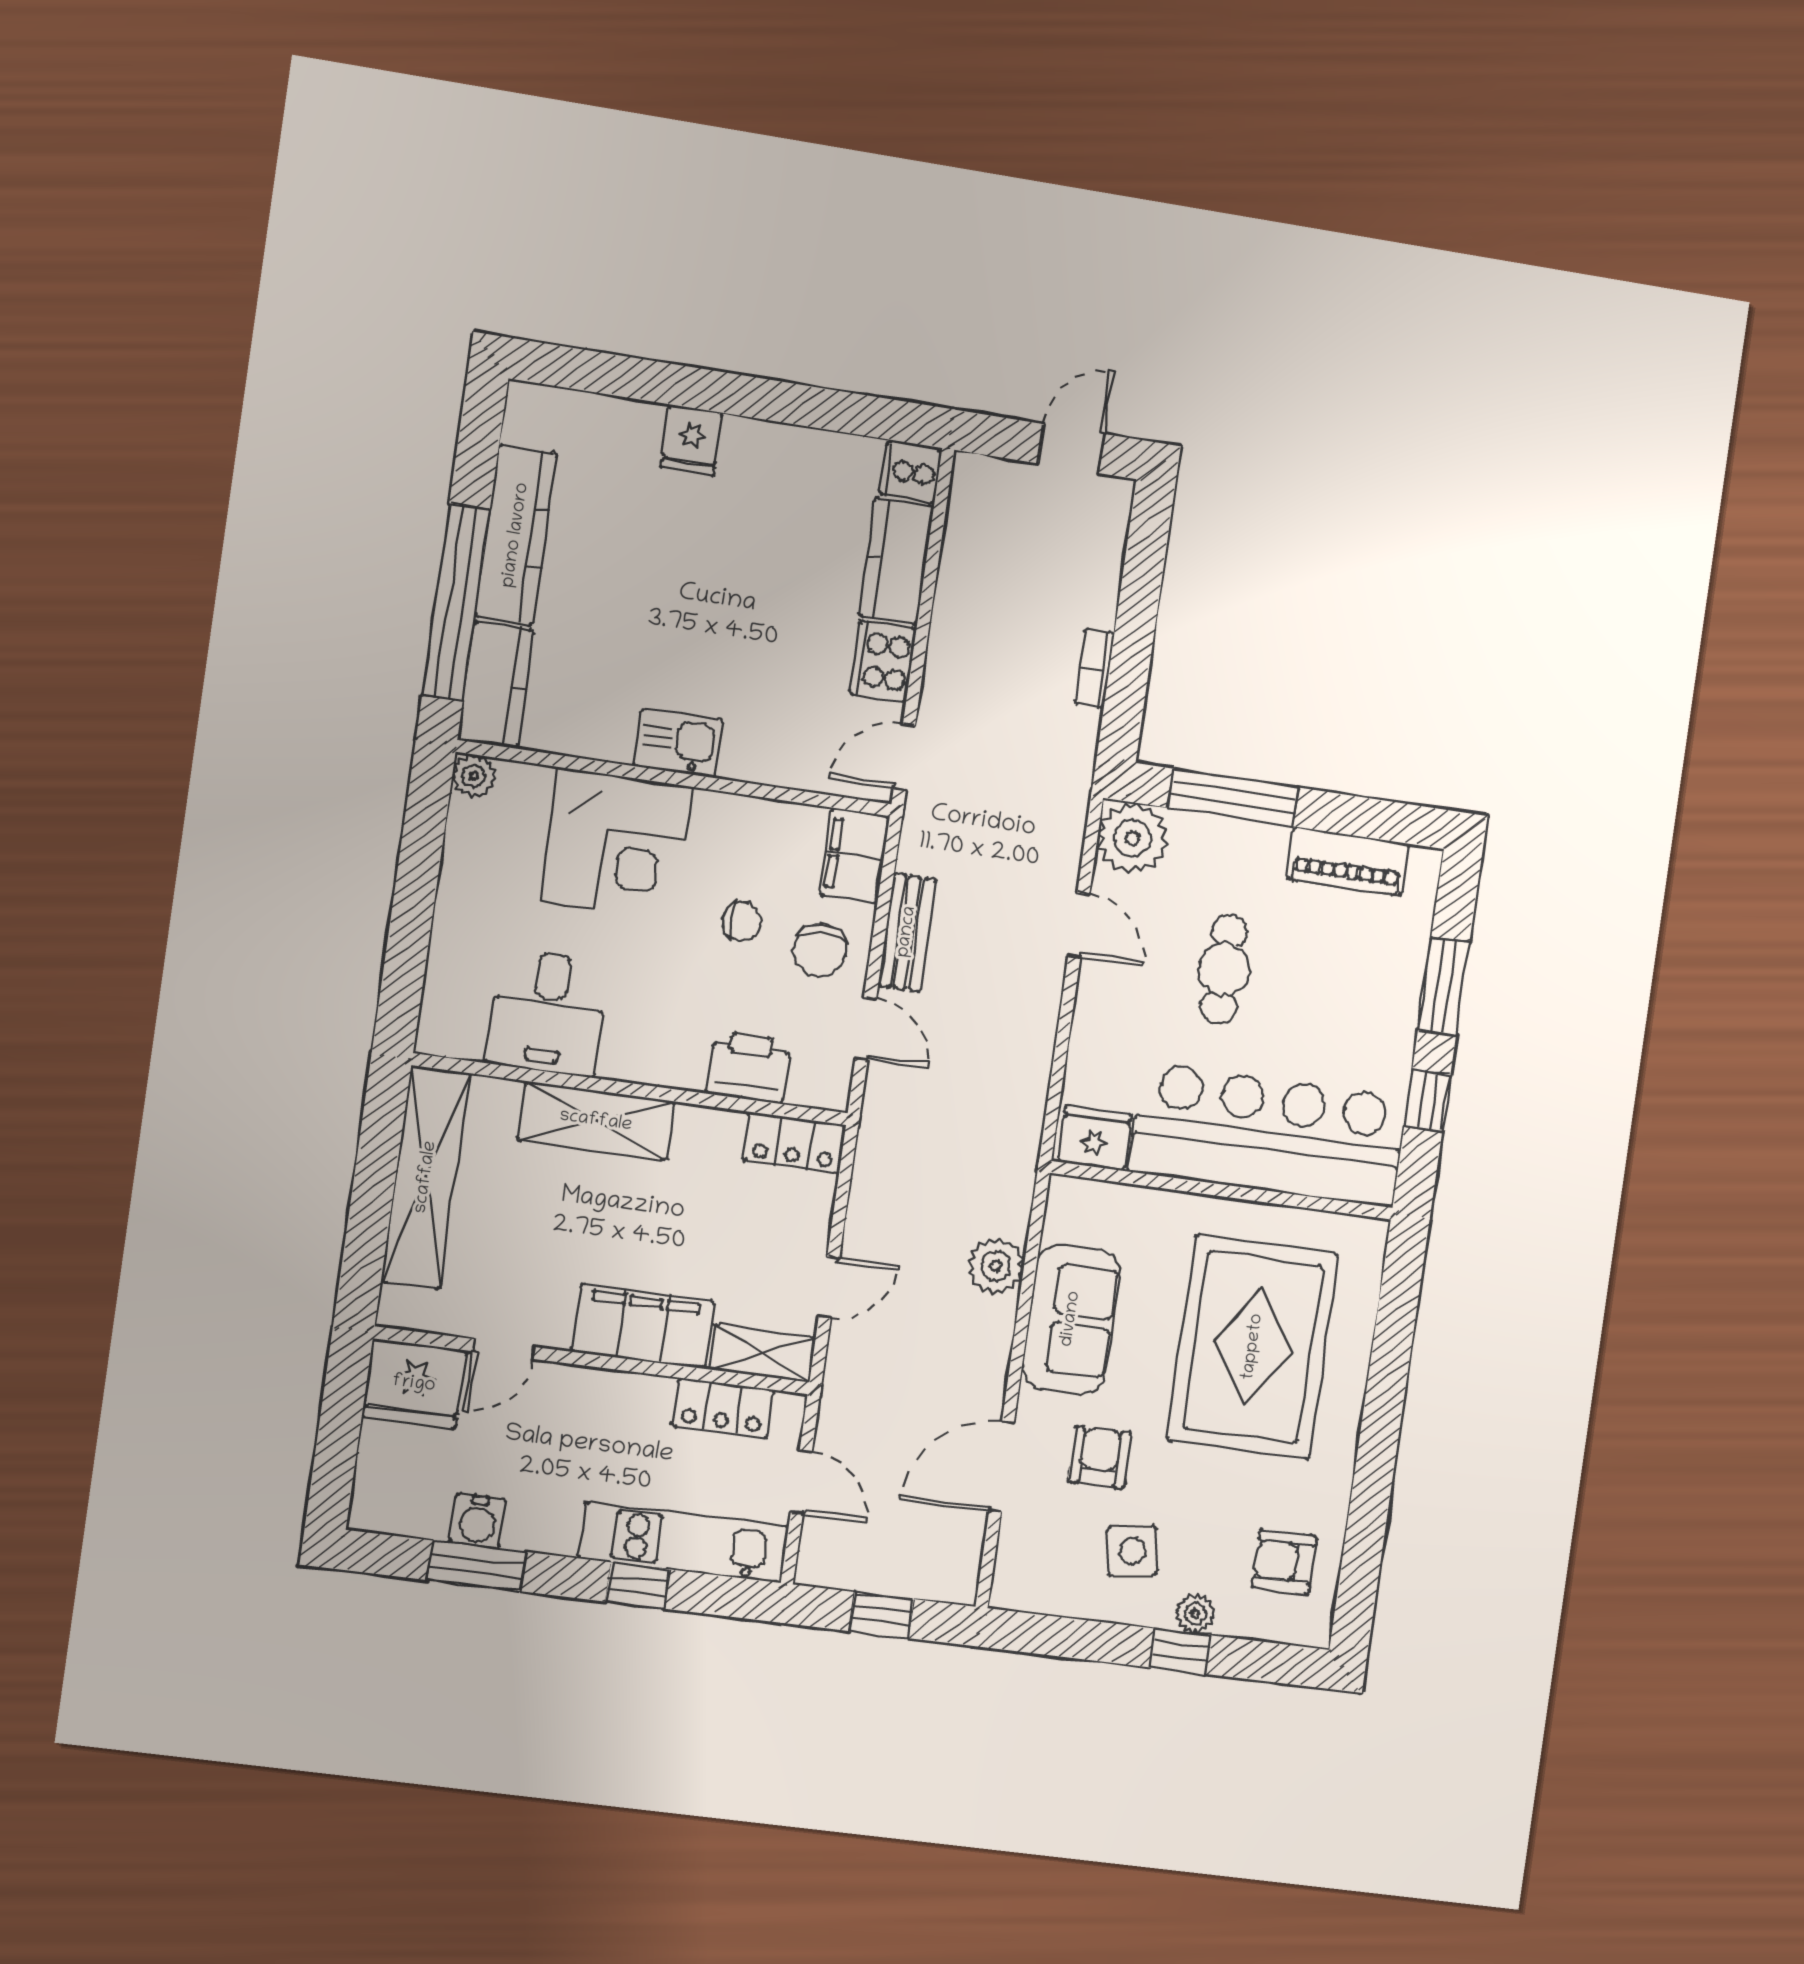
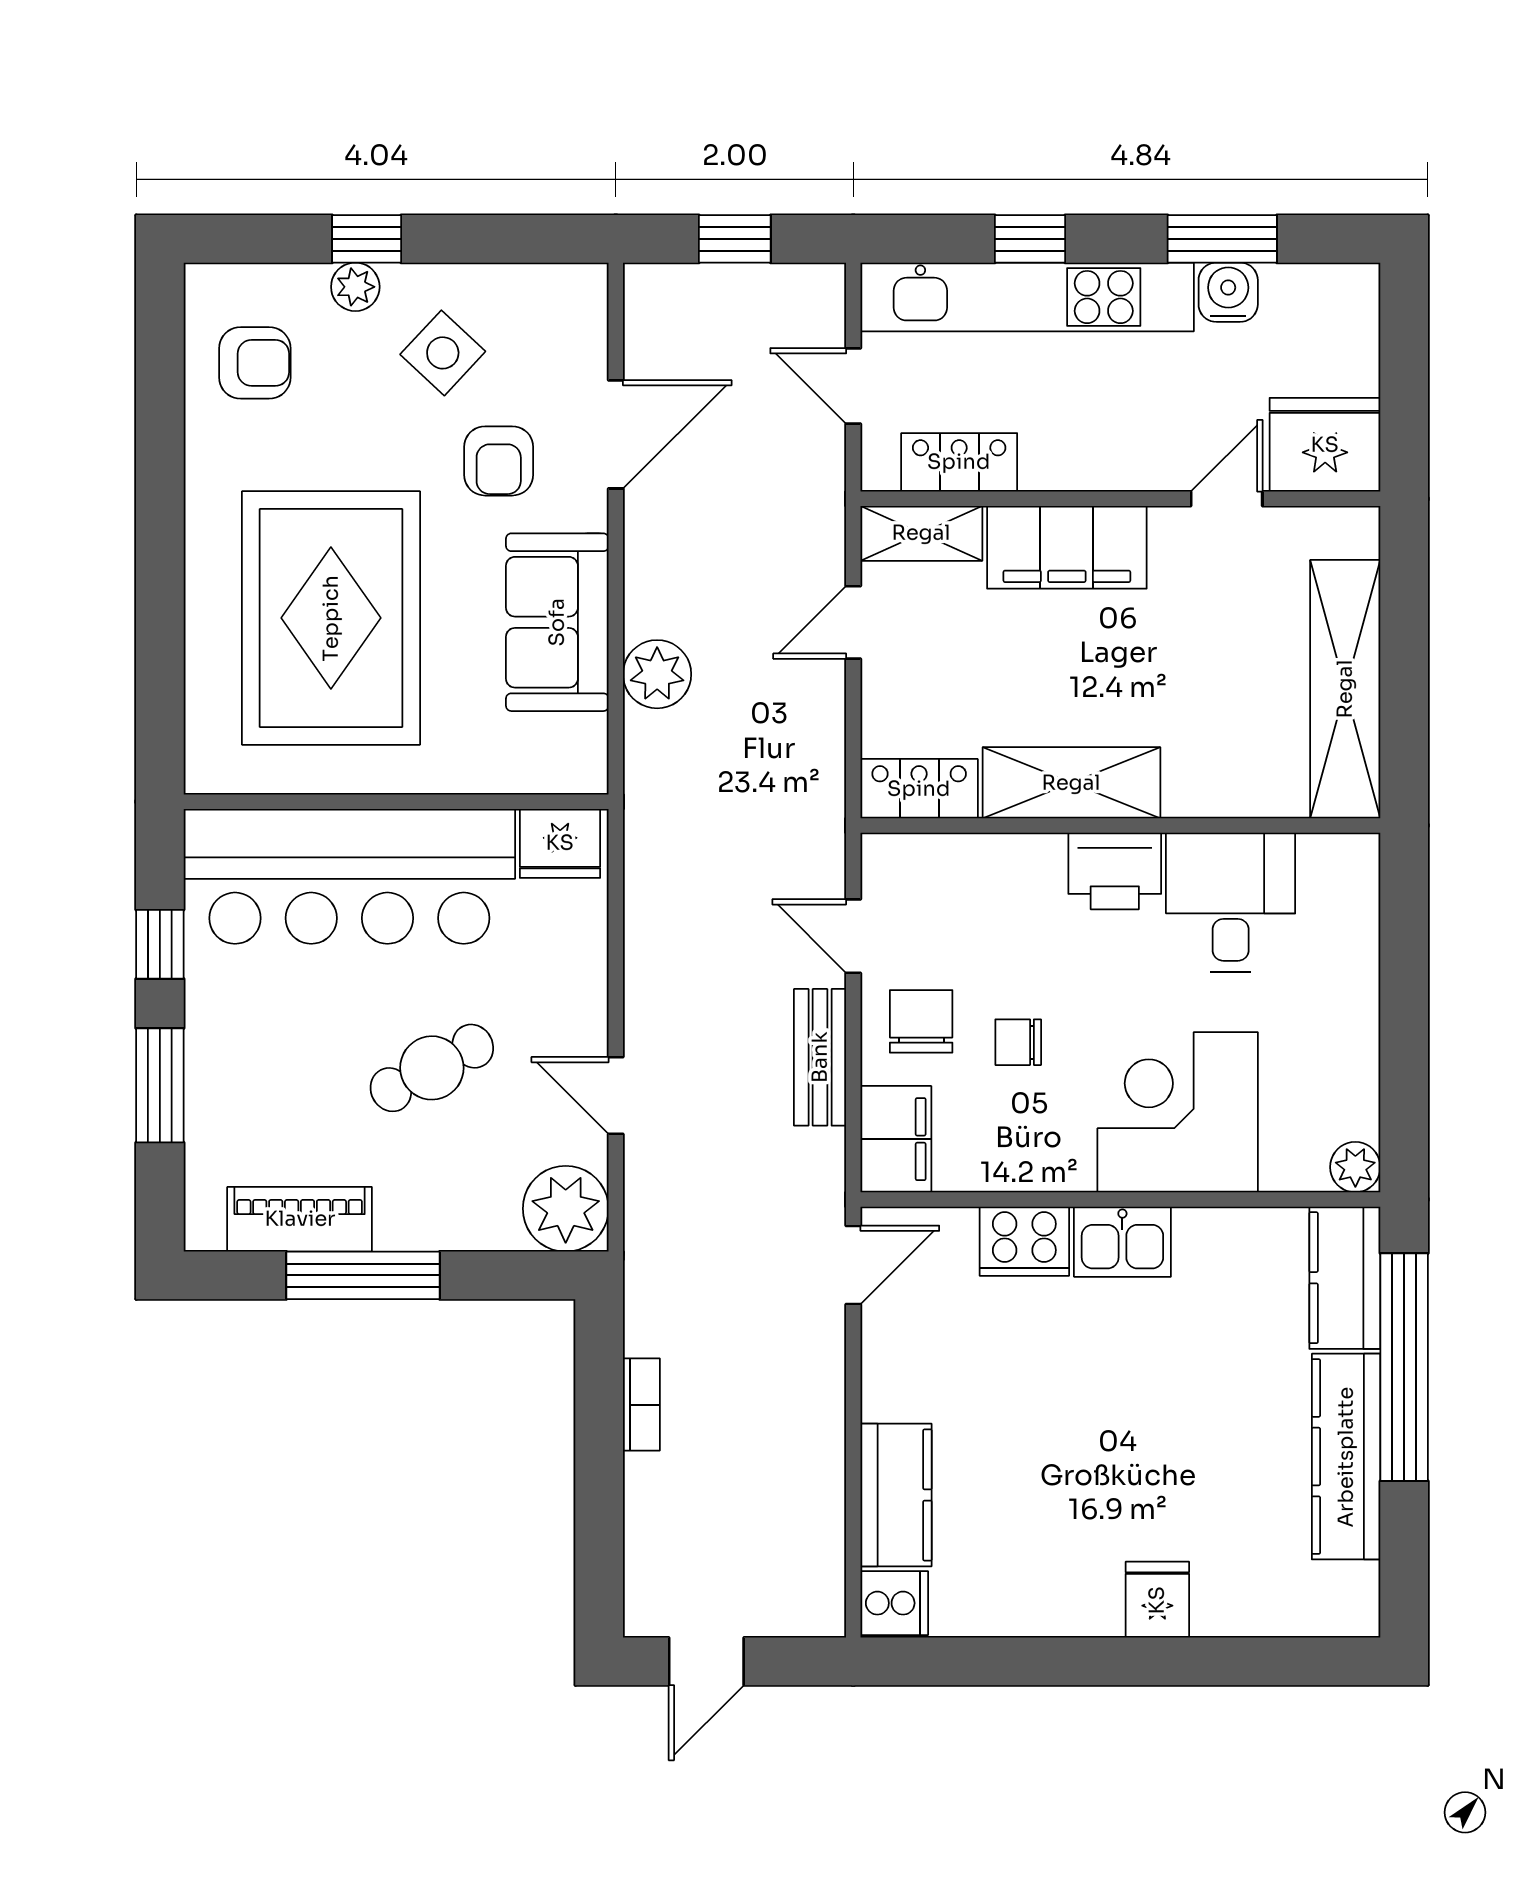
cooker: (883, 661) -> (1024, 1241), moved, turned 90
window: (1233, 798) -> (363, 1275), moved
cafe table: (1224, 969) -> (432, 1068), turned 62
printer: (748, 1067) -> (1115, 871), moved
shelving: (596, 1121) -> (1071, 783), moved
kitchen unit: (684, 1542) -> (1027, 297), width x1.36
side table: (1132, 1551) -> (443, 353), turned -37

